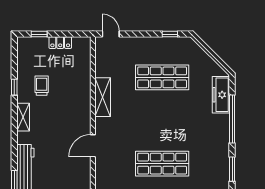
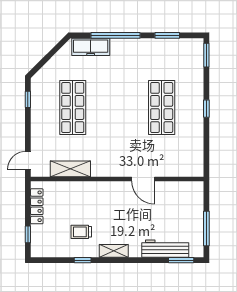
locker: (60, 43) -> (37, 206), width x1.53
shelving: (103, 97) -> (70, 169), moved

